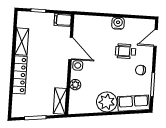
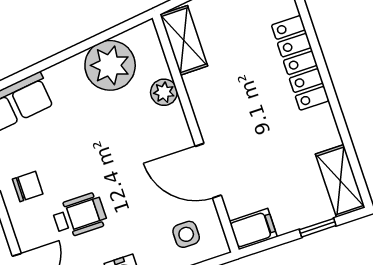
shelving: (22, 42) -> (340, 181), moved
side table: (78, 65) -> (186, 234), moved
plant: (107, 102) -> (110, 65), moved

